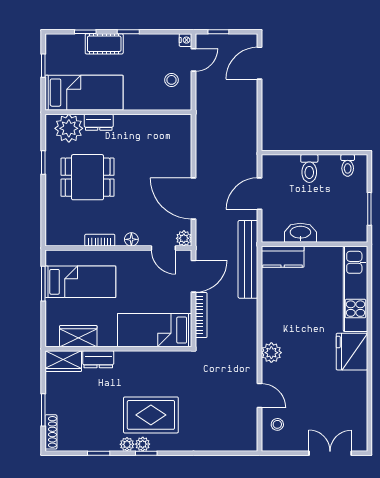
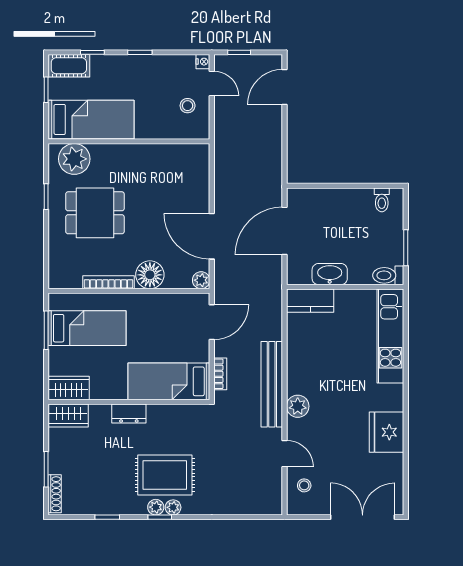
cot: (104, 44) -> (69, 66), moved
door: (193, 60) -> (212, 84), hinge flipped
dresser: (99, 122) -> (107, 152), removed
toilet: (309, 169) -> (388, 275), moved, turned 90
door: (259, 194) -> (285, 231), width x1.36
floor lamp: (131, 239) -> (150, 275), width x1.89, depth x1.89
bookcase: (100, 240) -> (108, 282), width x1.56
door: (163, 248) -> (179, 291), removed
bench: (248, 259) -> (272, 384), moved
bookcase: (201, 315) -> (220, 374), width x0.64
wardrobe: (78, 336) -> (69, 388), moved
fridge: (352, 352) -> (387, 432), moved
dresser: (98, 359) -> (129, 414), moved
plant: (127, 444) -> (173, 507), moved
double door: (330, 453) -> (363, 517), width x1.37

